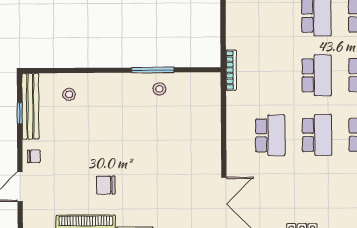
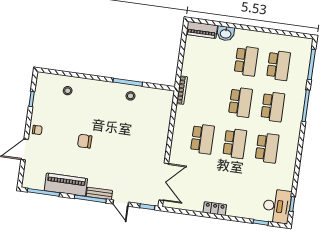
bench: (30, 106) -> (40, 95), removed
chair: (106, 185) -> (85, 141), moved

